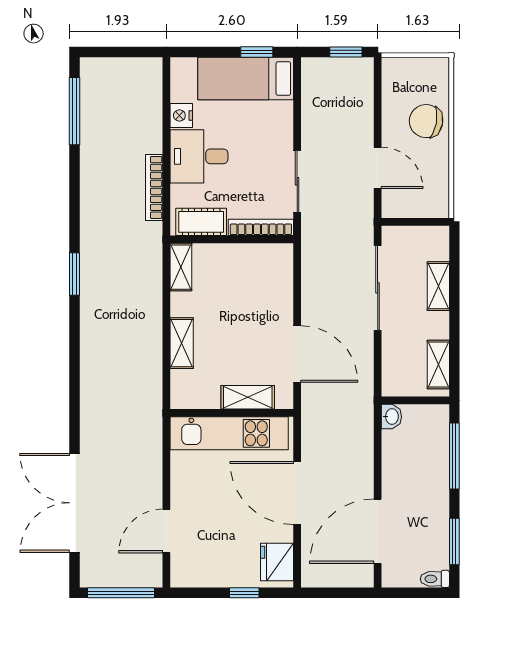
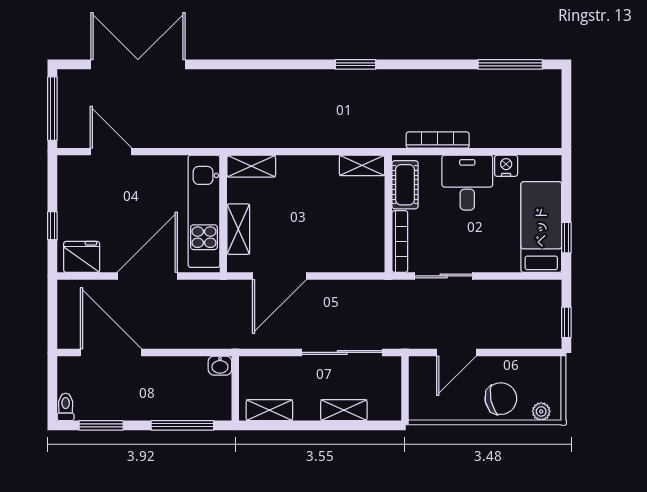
plant: (440, 79) -> (541, 411), added
chair: (426, 121) -> (501, 399), turned 68
shelving: (182, 343) -> (251, 166), moved

